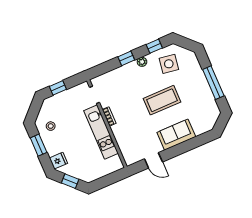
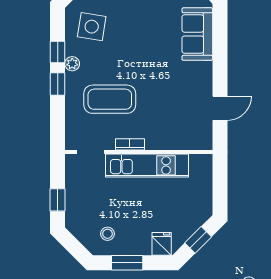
window: (154, 46) -> (58, 52), moved
coffee table: (162, 100) -> (110, 99), moved, turned 90
sofa: (176, 135) -> (197, 34), moved

